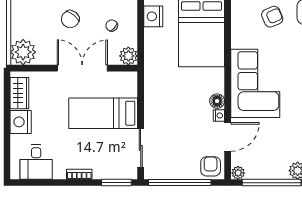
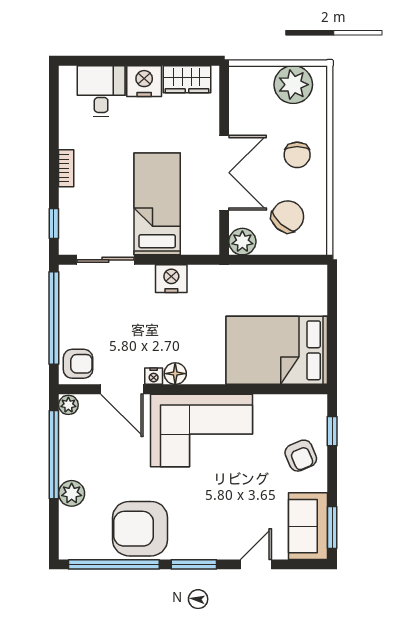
nightstand: (153, 16) -> (171, 279), moved
chair: (70, 19) -> (297, 155), turned -128
chair: (112, 26) -> (288, 217), width x1.87, depth x1.87
plant: (23, 52) -> (293, 85), moved
desk: (36, 162) -> (101, 91), moved, turned 90
window: (116, 183) -> (54, 224), width x0.67

